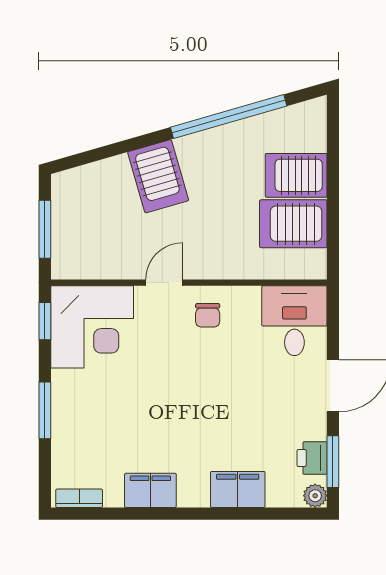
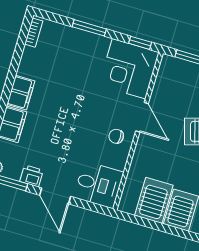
door: (164, 283) -> (142, 117), width x1.38
printer: (312, 458) -> (32, 176), moved
filing cabinet: (150, 490) -> (21, 93), moved

